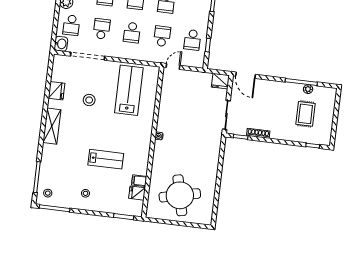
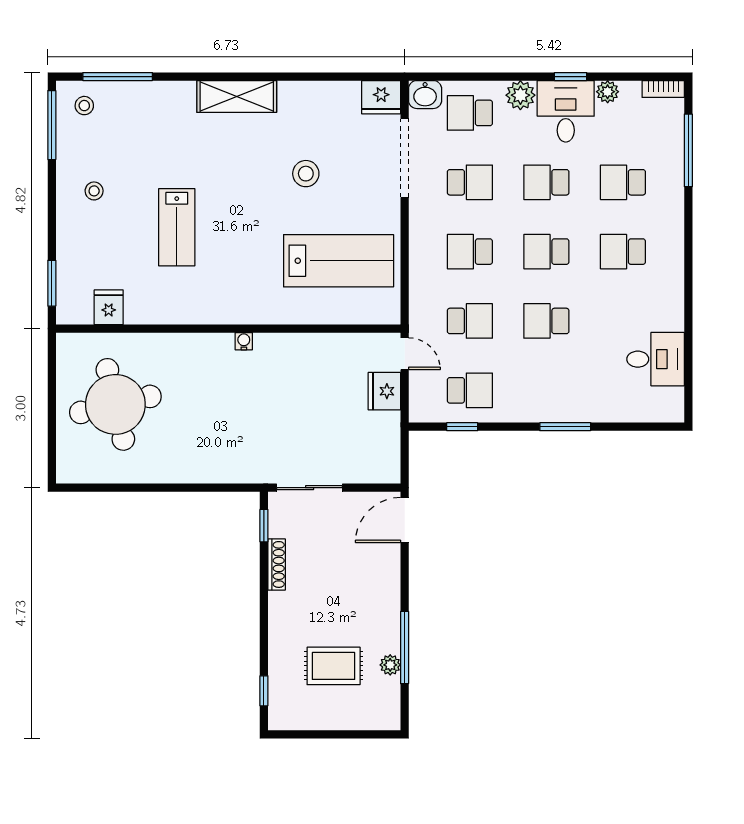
school desk: (192, 40) -> (470, 390), turned 180
fridge: (220, 81) -> (384, 391), moved
fridge: (56, 91) -> (381, 97), moved
filing cabinet: (139, 181) -> (137, 309), removed

